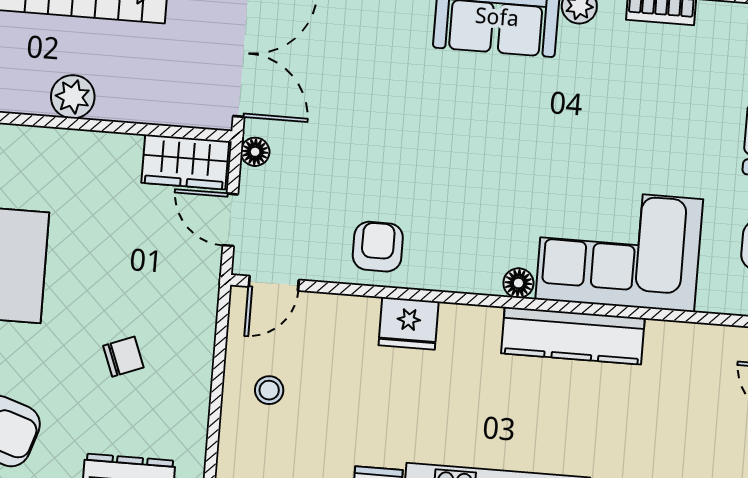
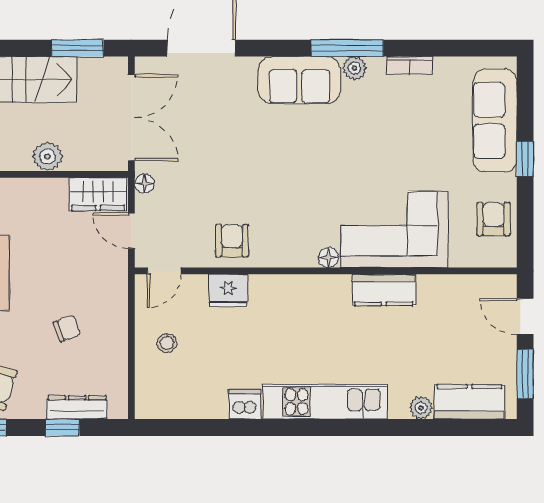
plant: (73, 97) -> (47, 156), moved
fridge: (409, 323) -> (228, 291), moved
kitchen counter: (573, 336) -> (384, 290), width x0.67

